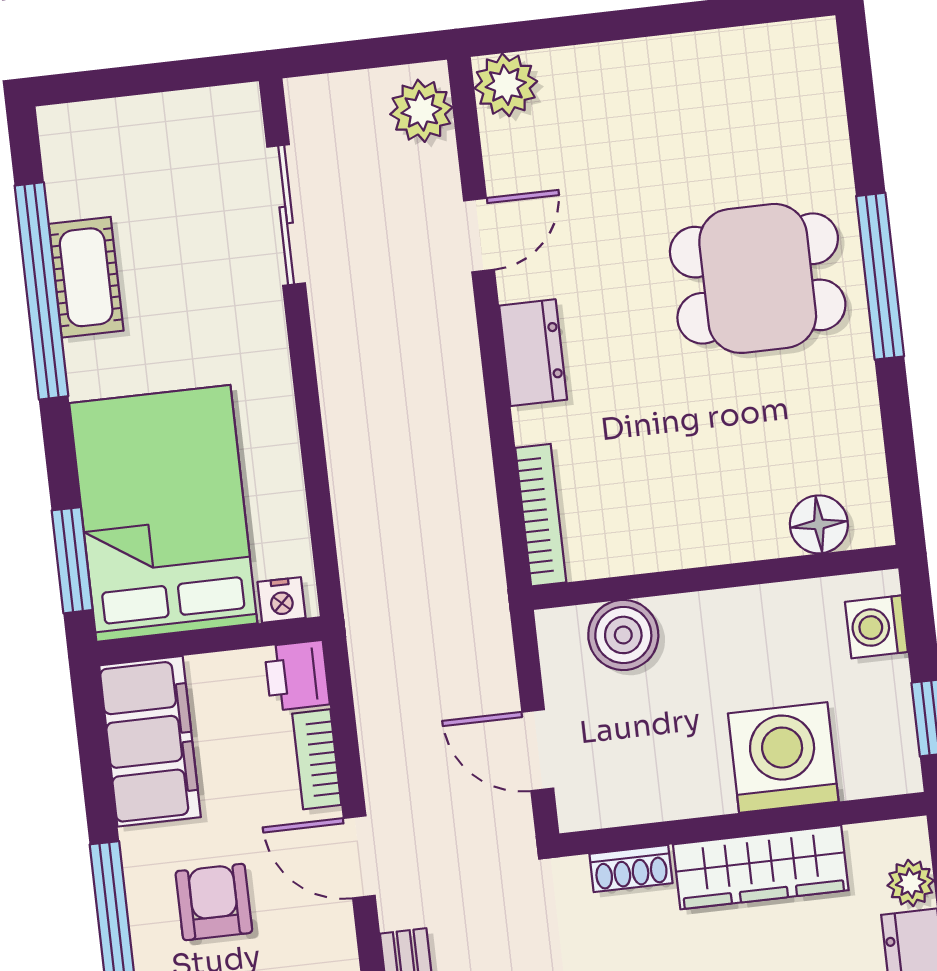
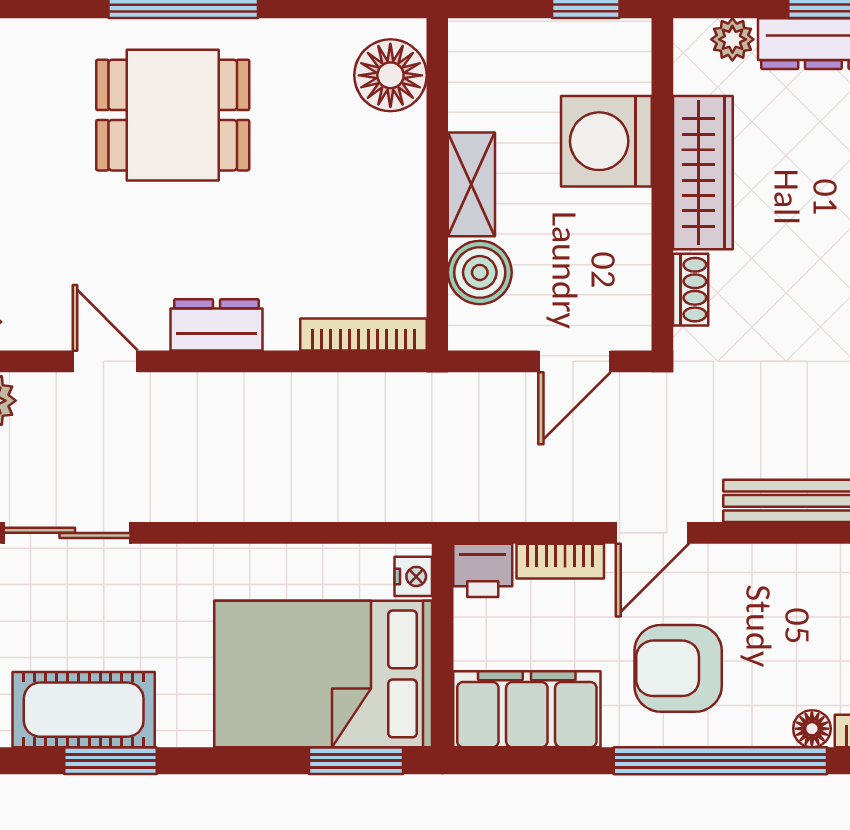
cot: (86, 277) -> (84, 710), width x1.37, depth x1.34
dining table: (758, 278) -> (173, 115), turned 90
window: (41, 291) -> (110, 761), width x0.47
floor lamp: (819, 524) -> (390, 75), width x1.38, depth x1.38
shelving: (719, 615) -> (471, 184), added
washing machine: (876, 627) -> (498, 44), removed
armchair: (214, 902) -> (678, 668), width x1.38, depth x1.38

